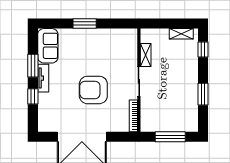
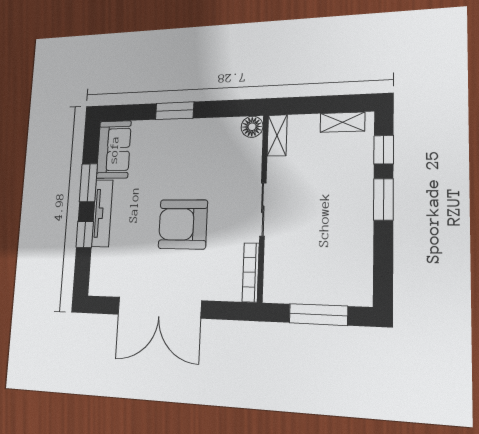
floor lamp: (131, 35) -> (252, 127), added
shelving: (146, 55) -> (277, 135), moved
tv unit: (43, 78) -> (102, 213), width x1.41
window: (203, 94) -> (383, 199), moved

